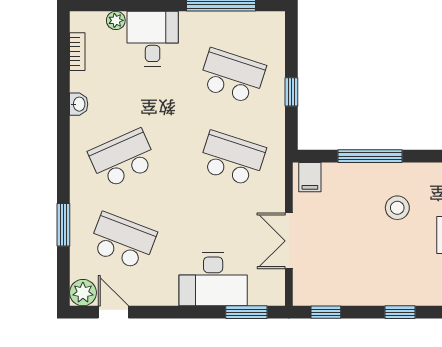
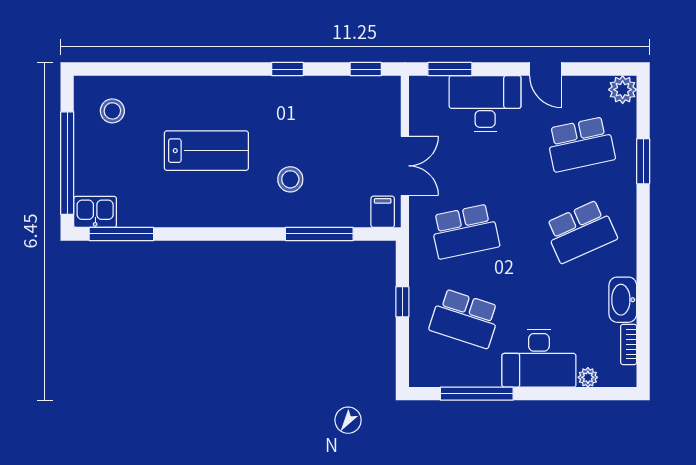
desk: (153, 39) -> (539, 358), width x1.37
washbasin: (79, 104) -> (623, 300), width x1.91, depth x1.45
school desk: (232, 159) -> (465, 231), turned -30
school desk: (123, 241) -> (581, 144), turned -33
double door: (289, 241) -> (405, 166), moved
door: (113, 312) -> (546, 69), moved

